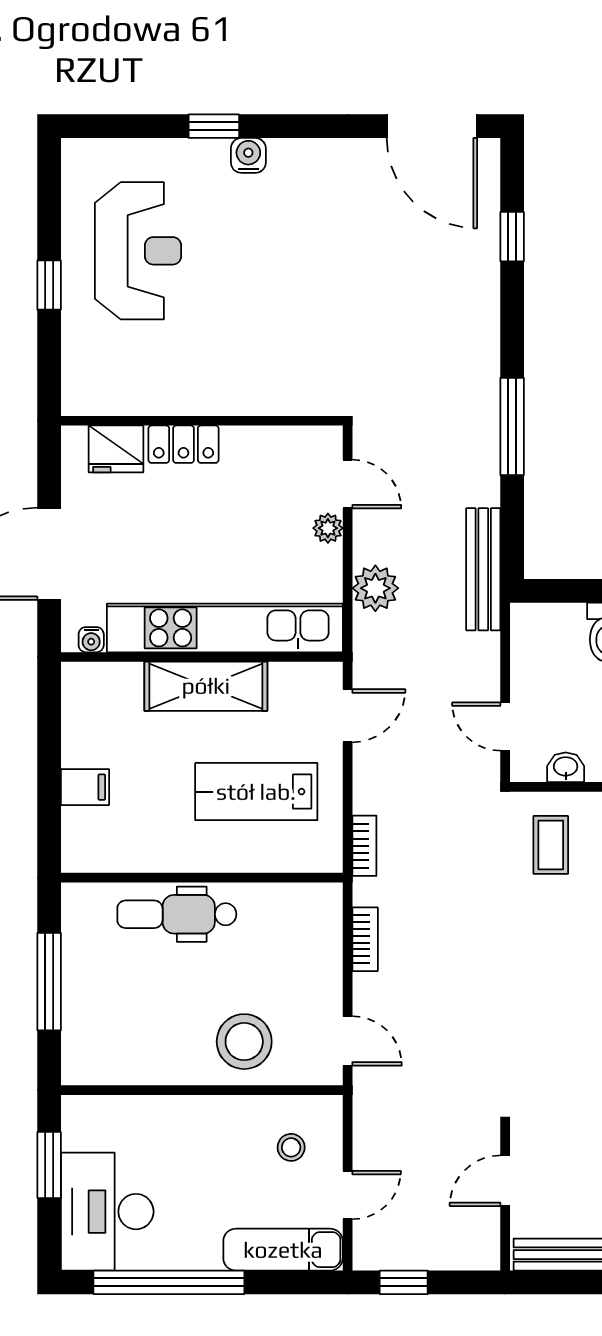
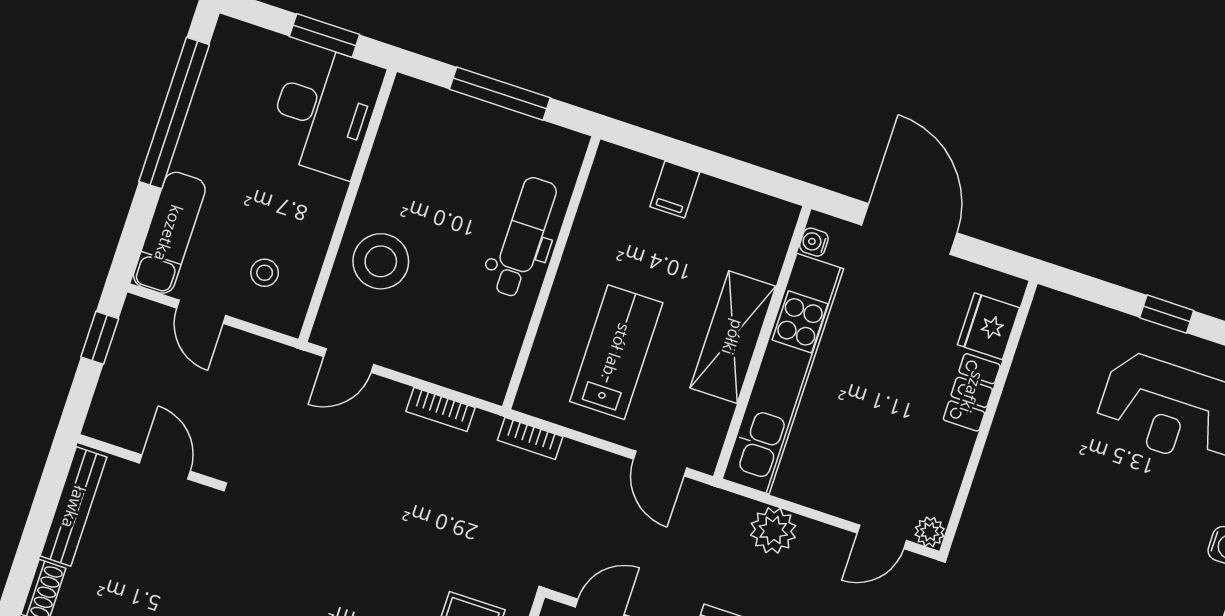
plant: (328, 528) -> (930, 532), moved
desk: (107, 1212) -> (325, 111), moved, turned 90

